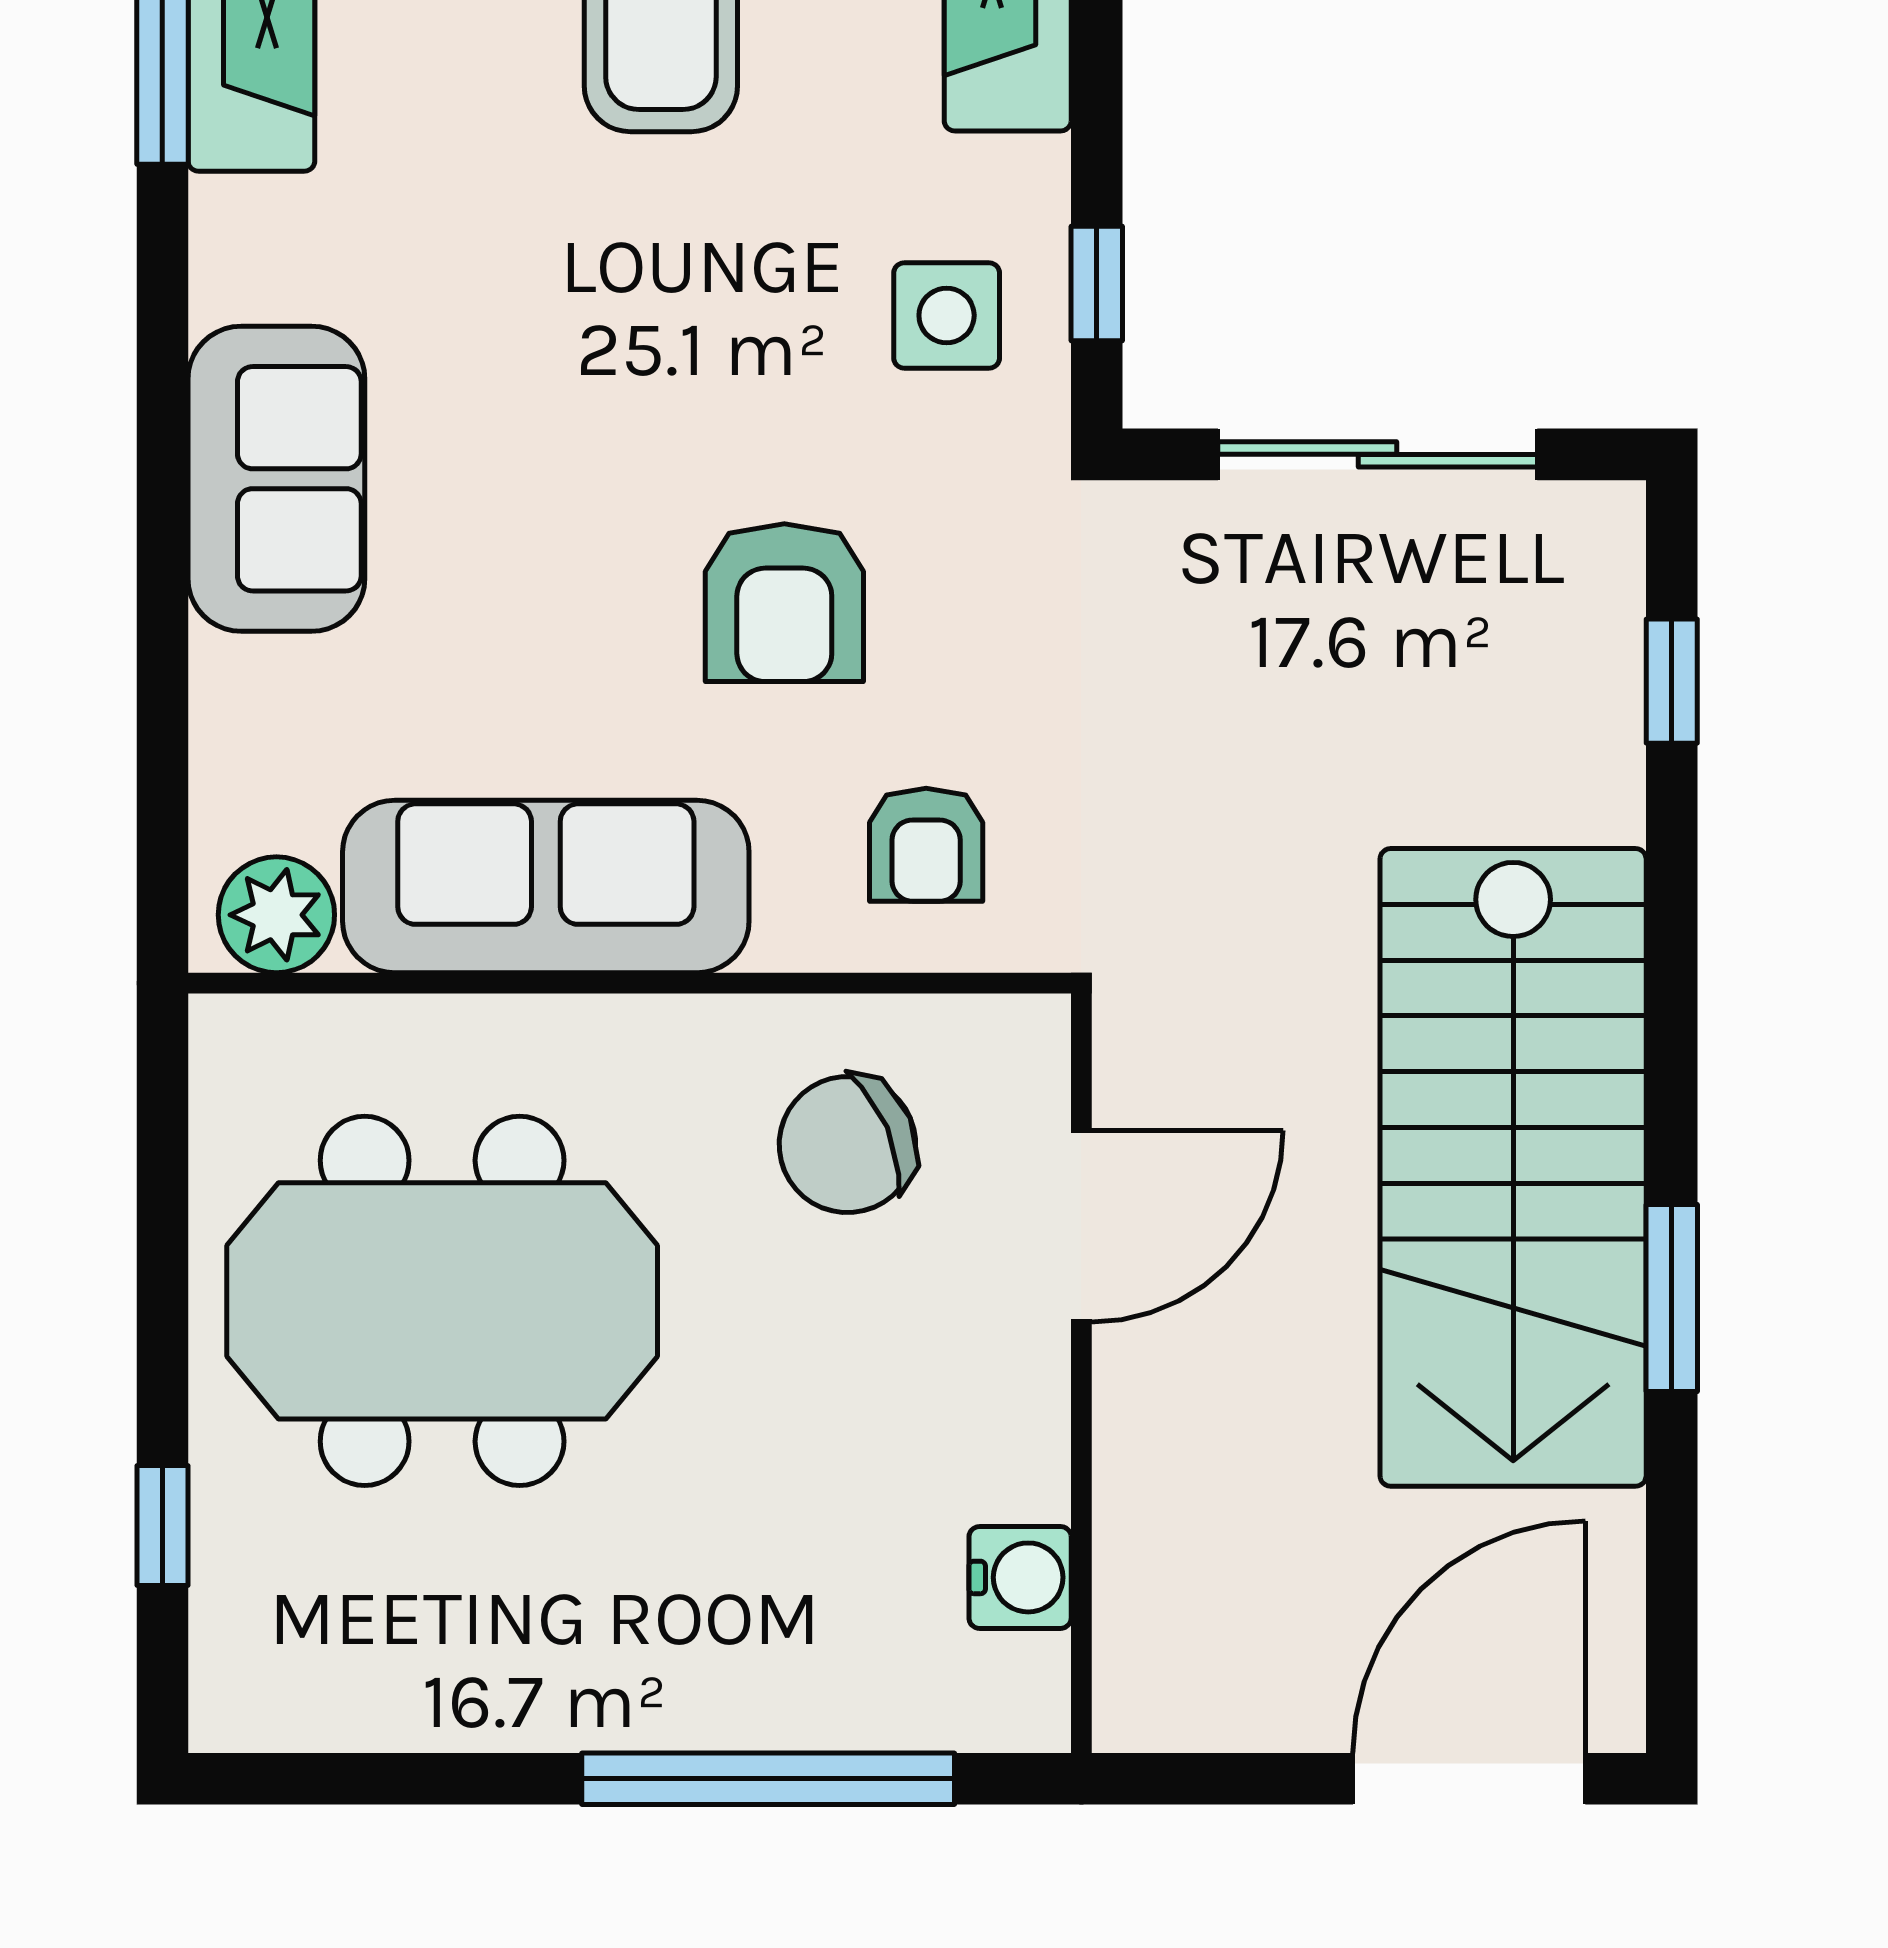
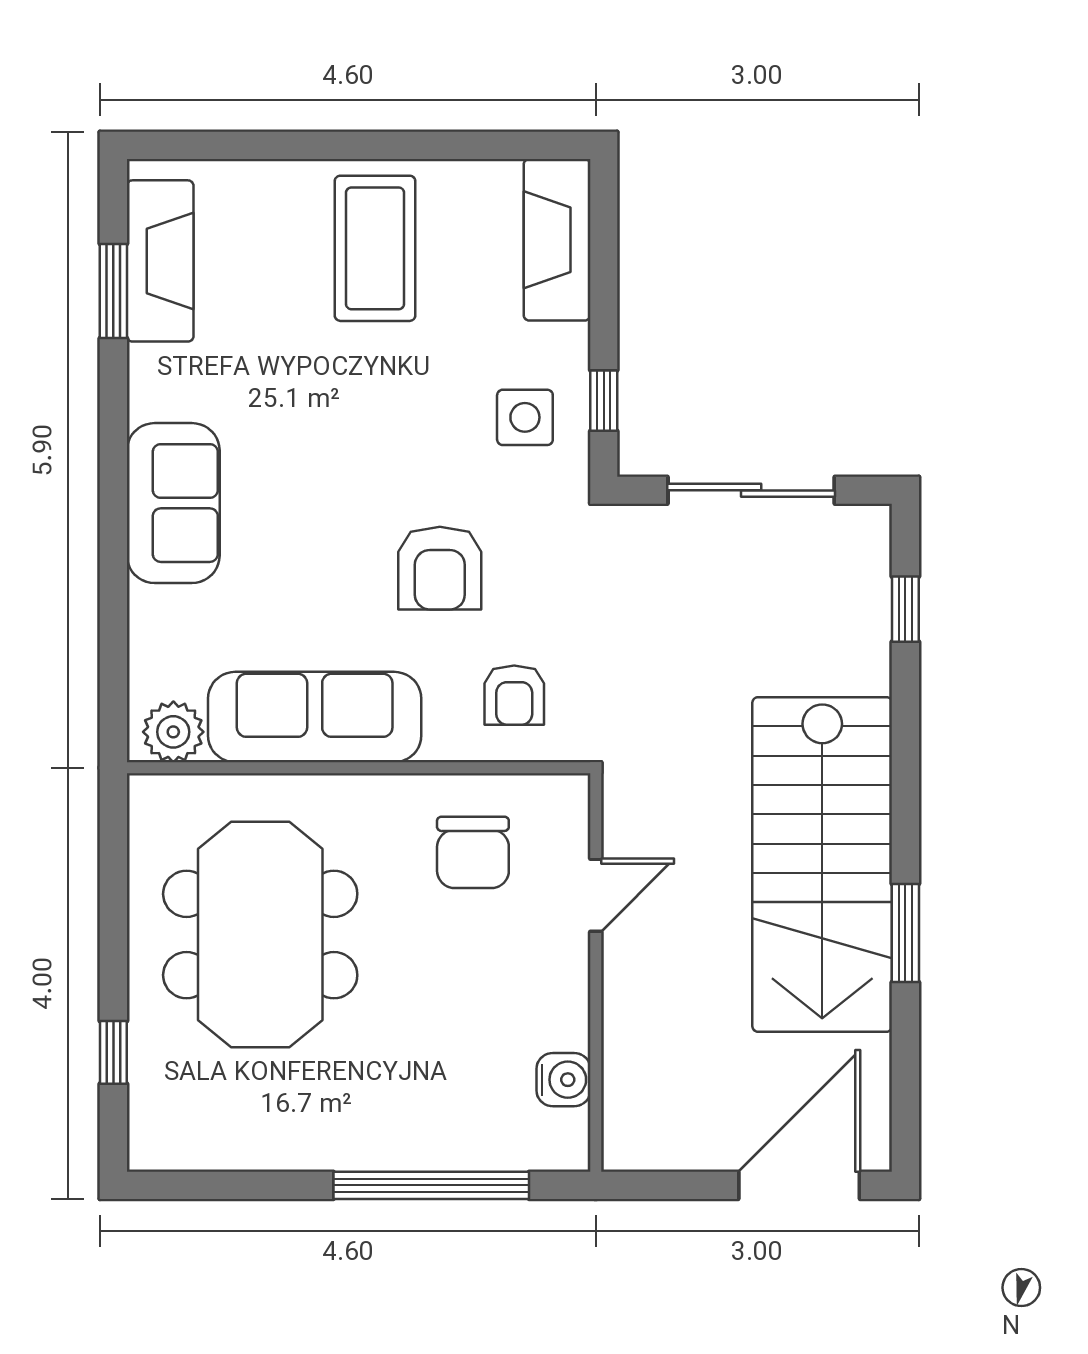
chair: (847, 1145) -> (473, 852), turned -67
door: (1081, 1226) -> (596, 895), width x0.73
meeting table: (442, 1301) -> (260, 934), turned 90

